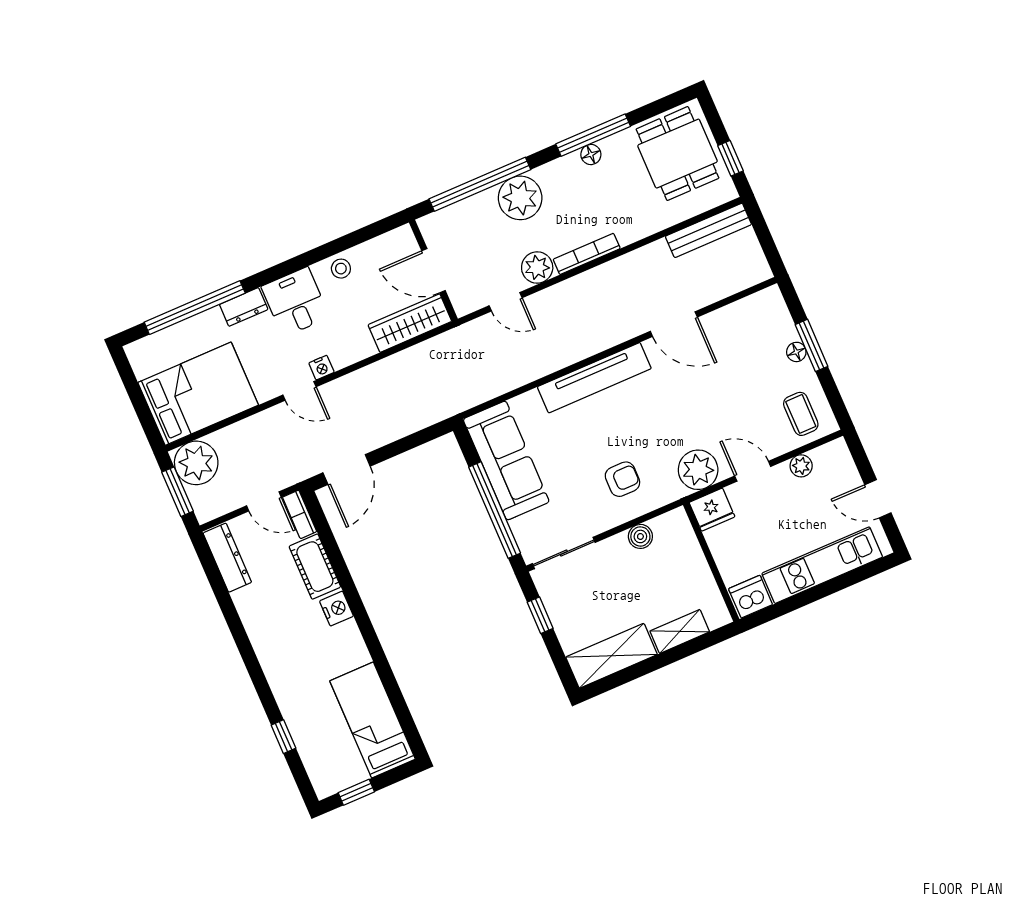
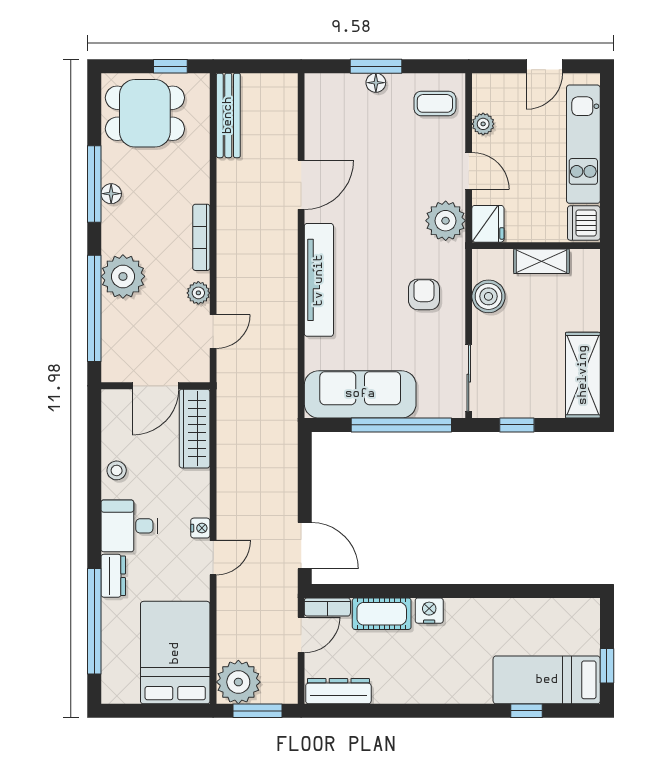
plant: (537, 267) -> (198, 293), width x0.73, depth x0.73
door: (753, 471) -> (469, 171), swing flipped
boiler: (640, 536) -> (488, 296), width x1.36, depth x1.36
shelving: (680, 631) -> (541, 261), moved, turned 90
bed: (373, 720) -> (547, 680), moved

